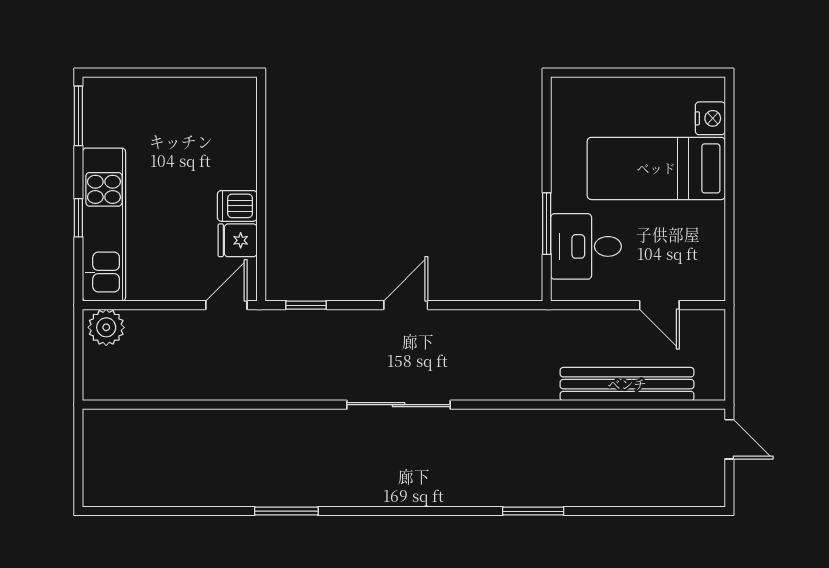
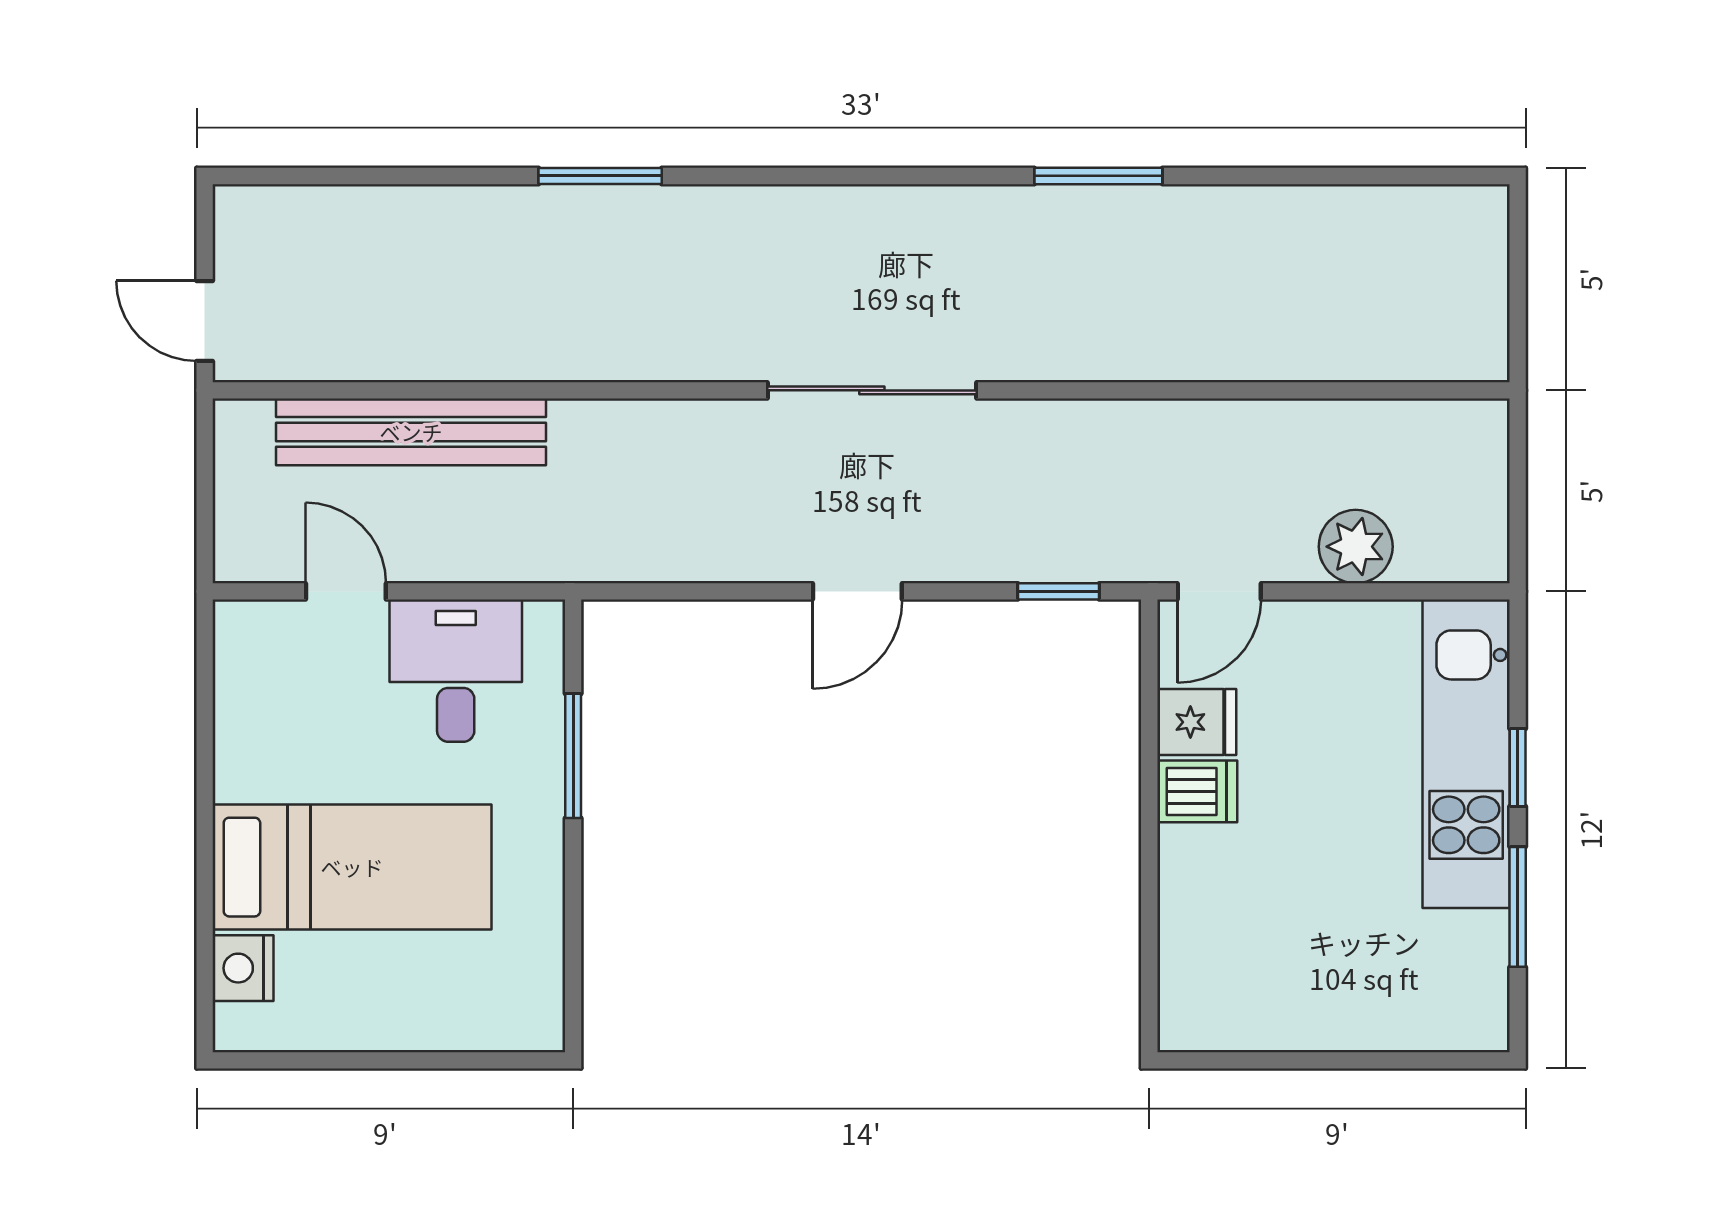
window: (78, 116) -> (1518, 907), moved
desk: (586, 246) -> (456, 671), moved, turned -90
plant: (106, 327) -> (1356, 547), moved

